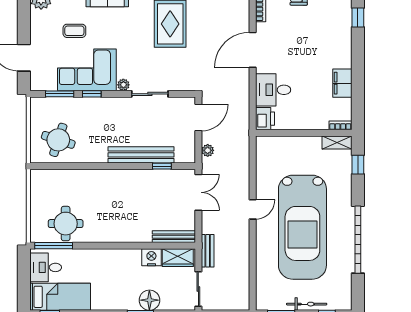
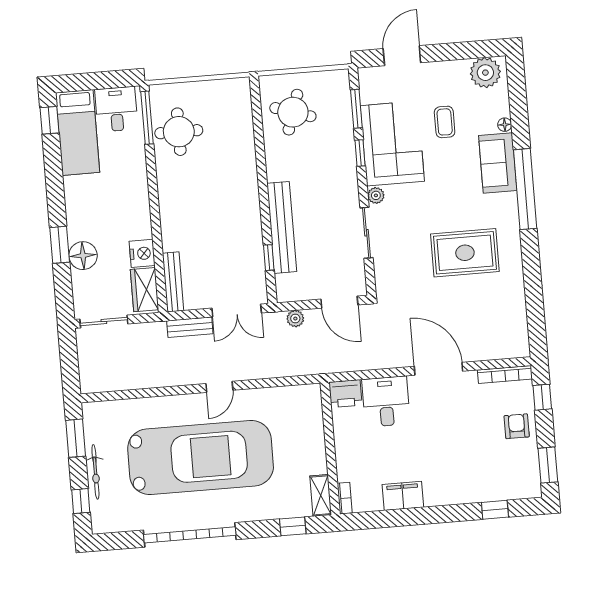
door: (253, 209) -> (219, 387), hinge flipped
car: (302, 227) -> (201, 457), turned 180
bench: (208, 251) -> (190, 327), moved

